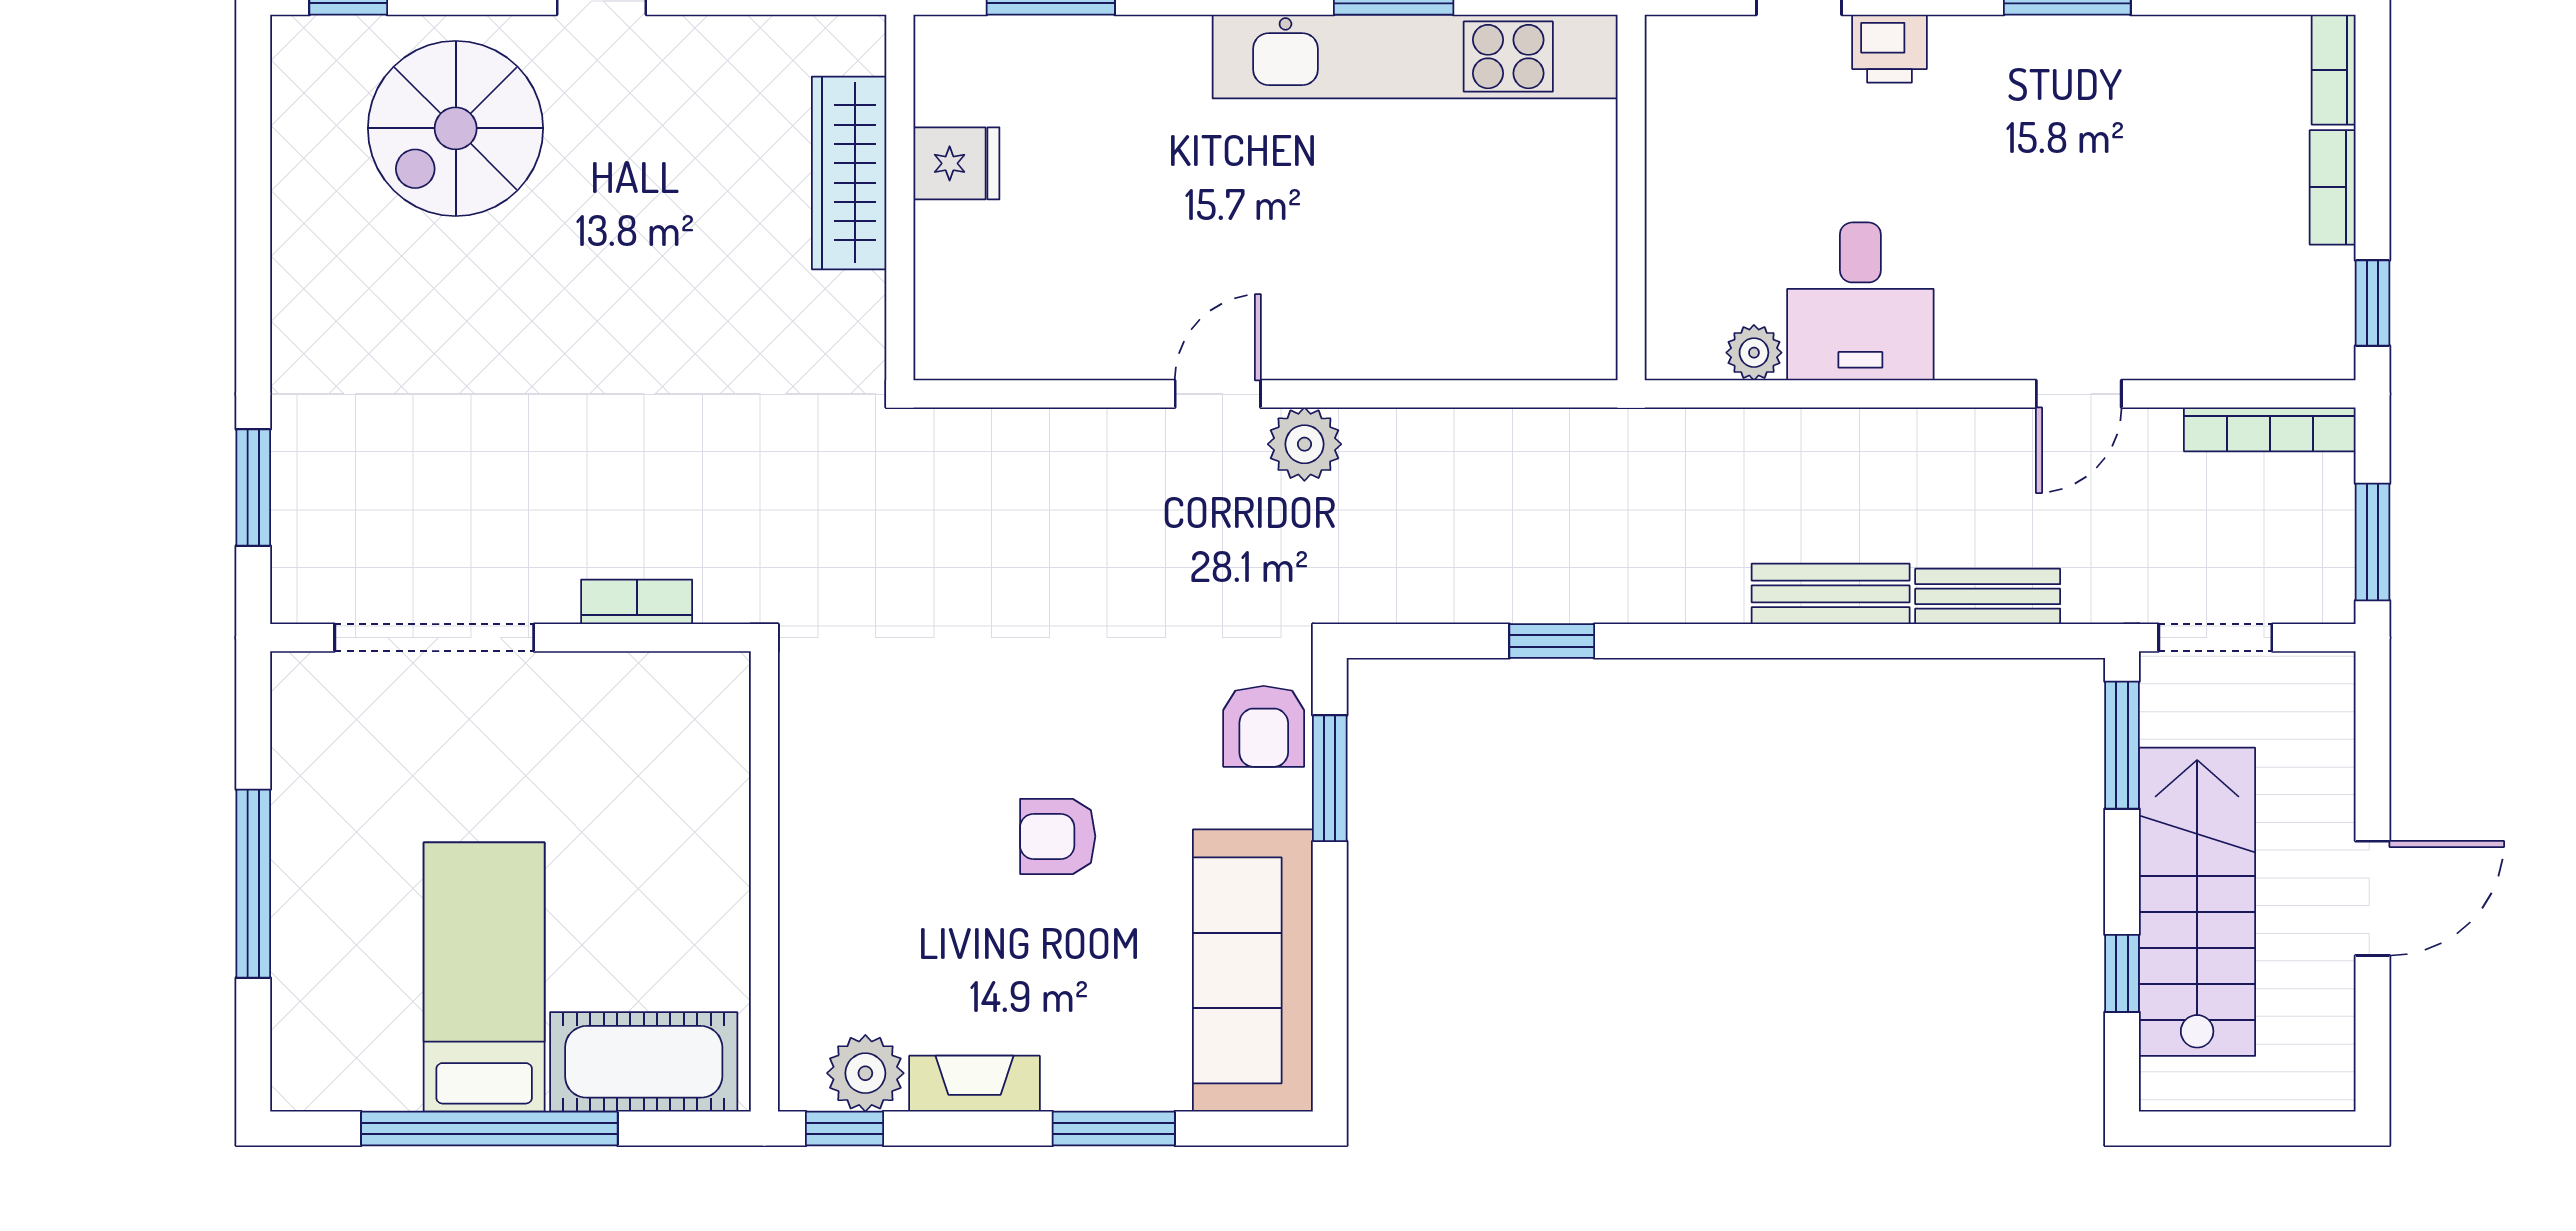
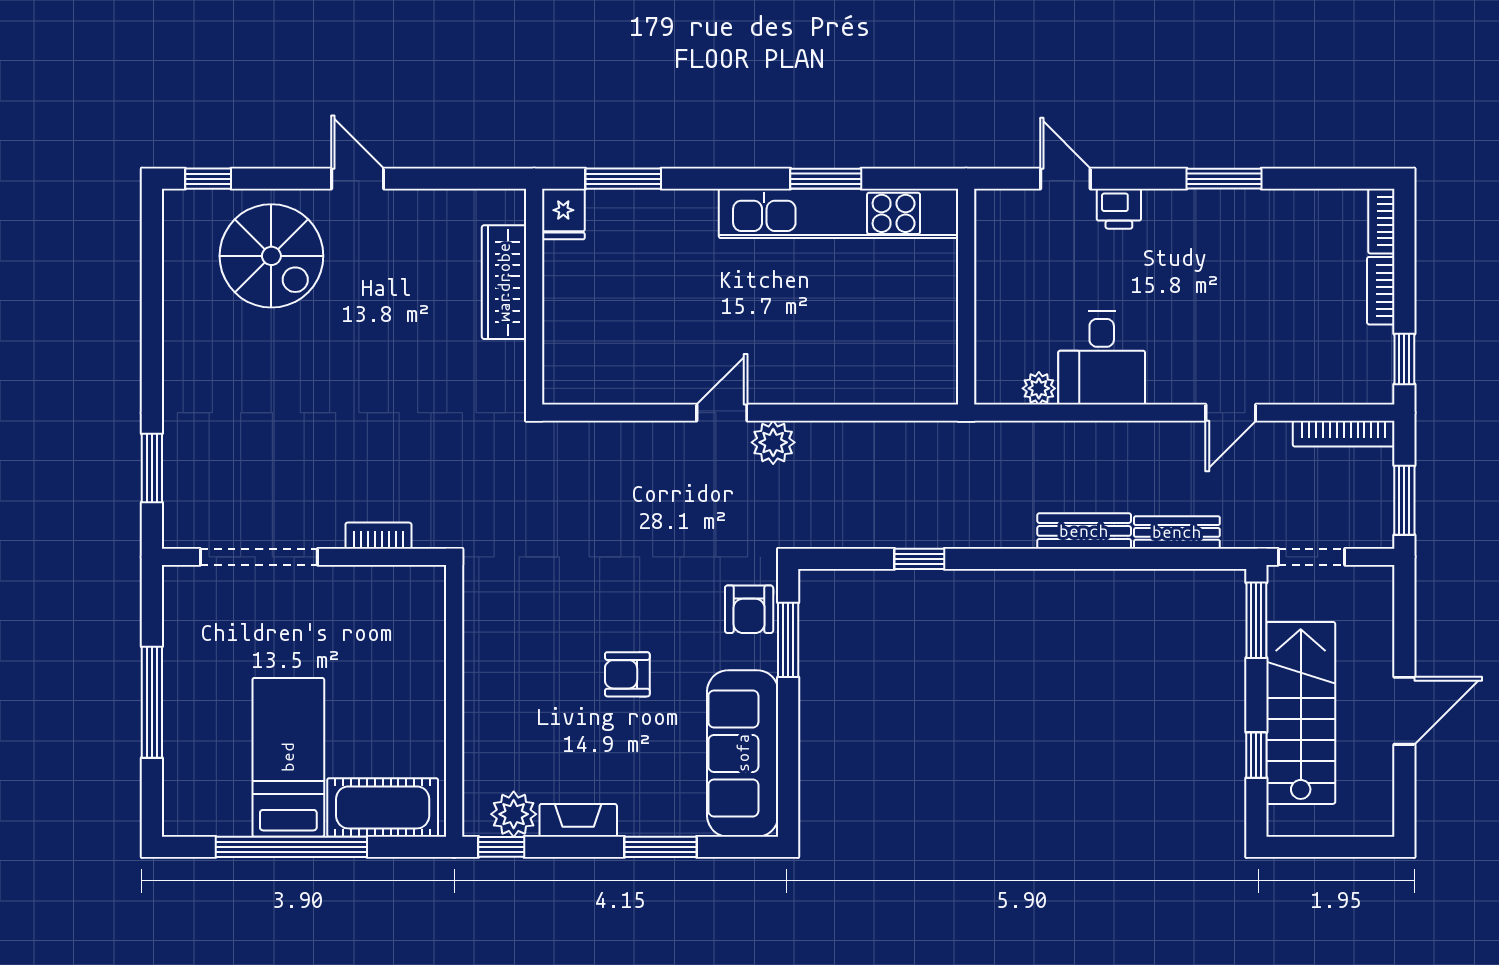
spiral stairs: (456, 128) -> (271, 256), turned -90
fridge: (956, 163) -> (563, 214), moved, turned 90

